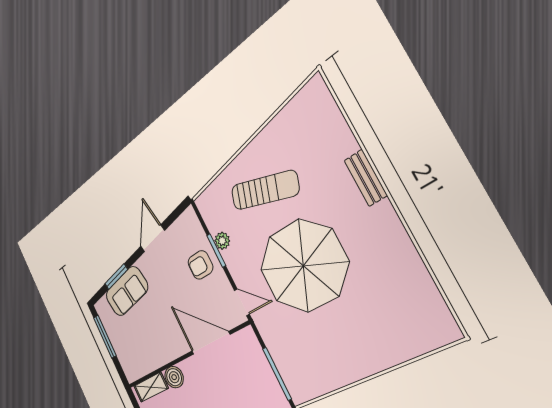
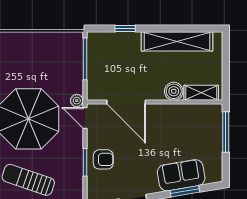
plant: (222, 241) -> (77, 101), moved
window: (105, 337) -> (226, 132), moved

